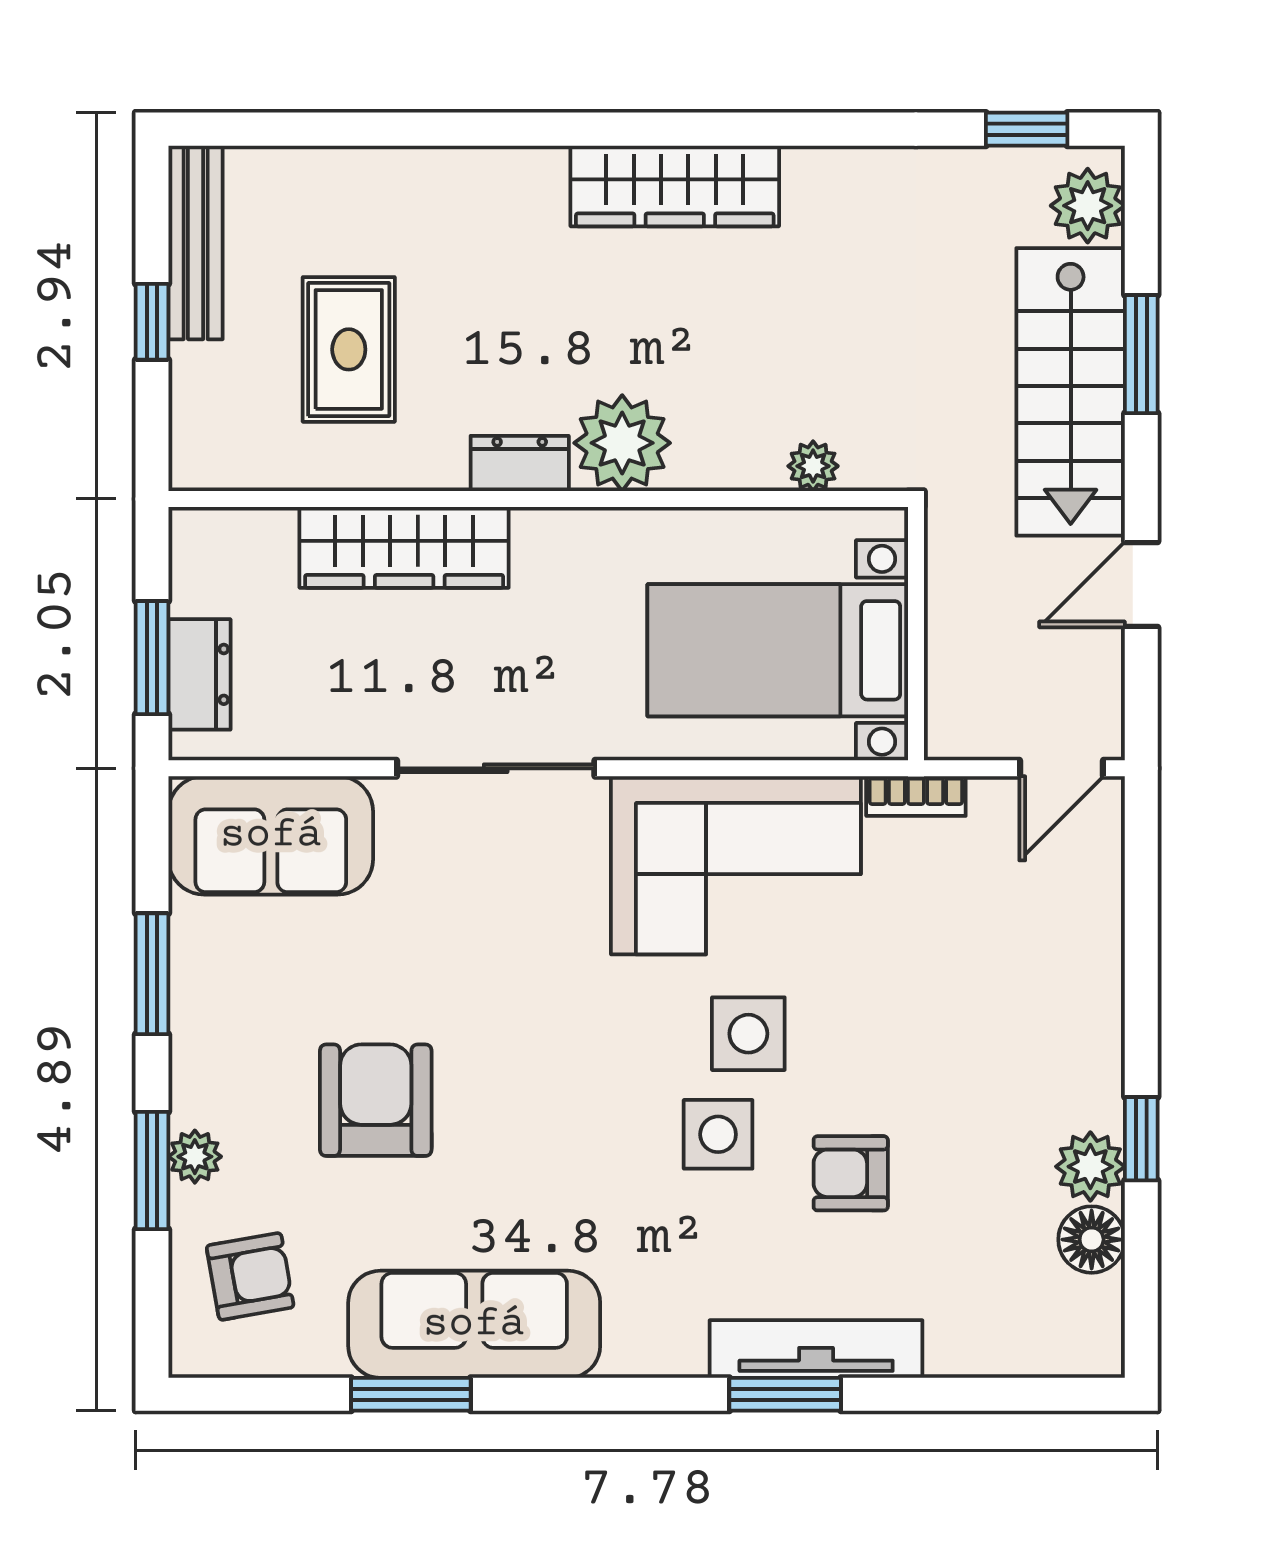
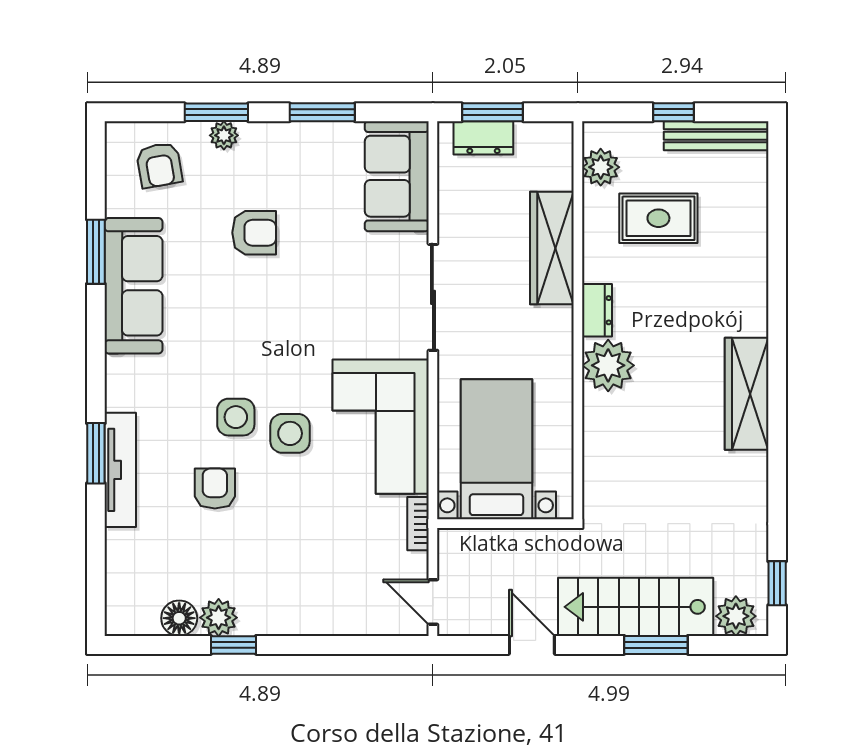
plant: (813, 466) -> (601, 167), moved, width x1.38, depth x1.38
armchair: (376, 1100) -> (254, 233), width x0.72, depth x0.72

